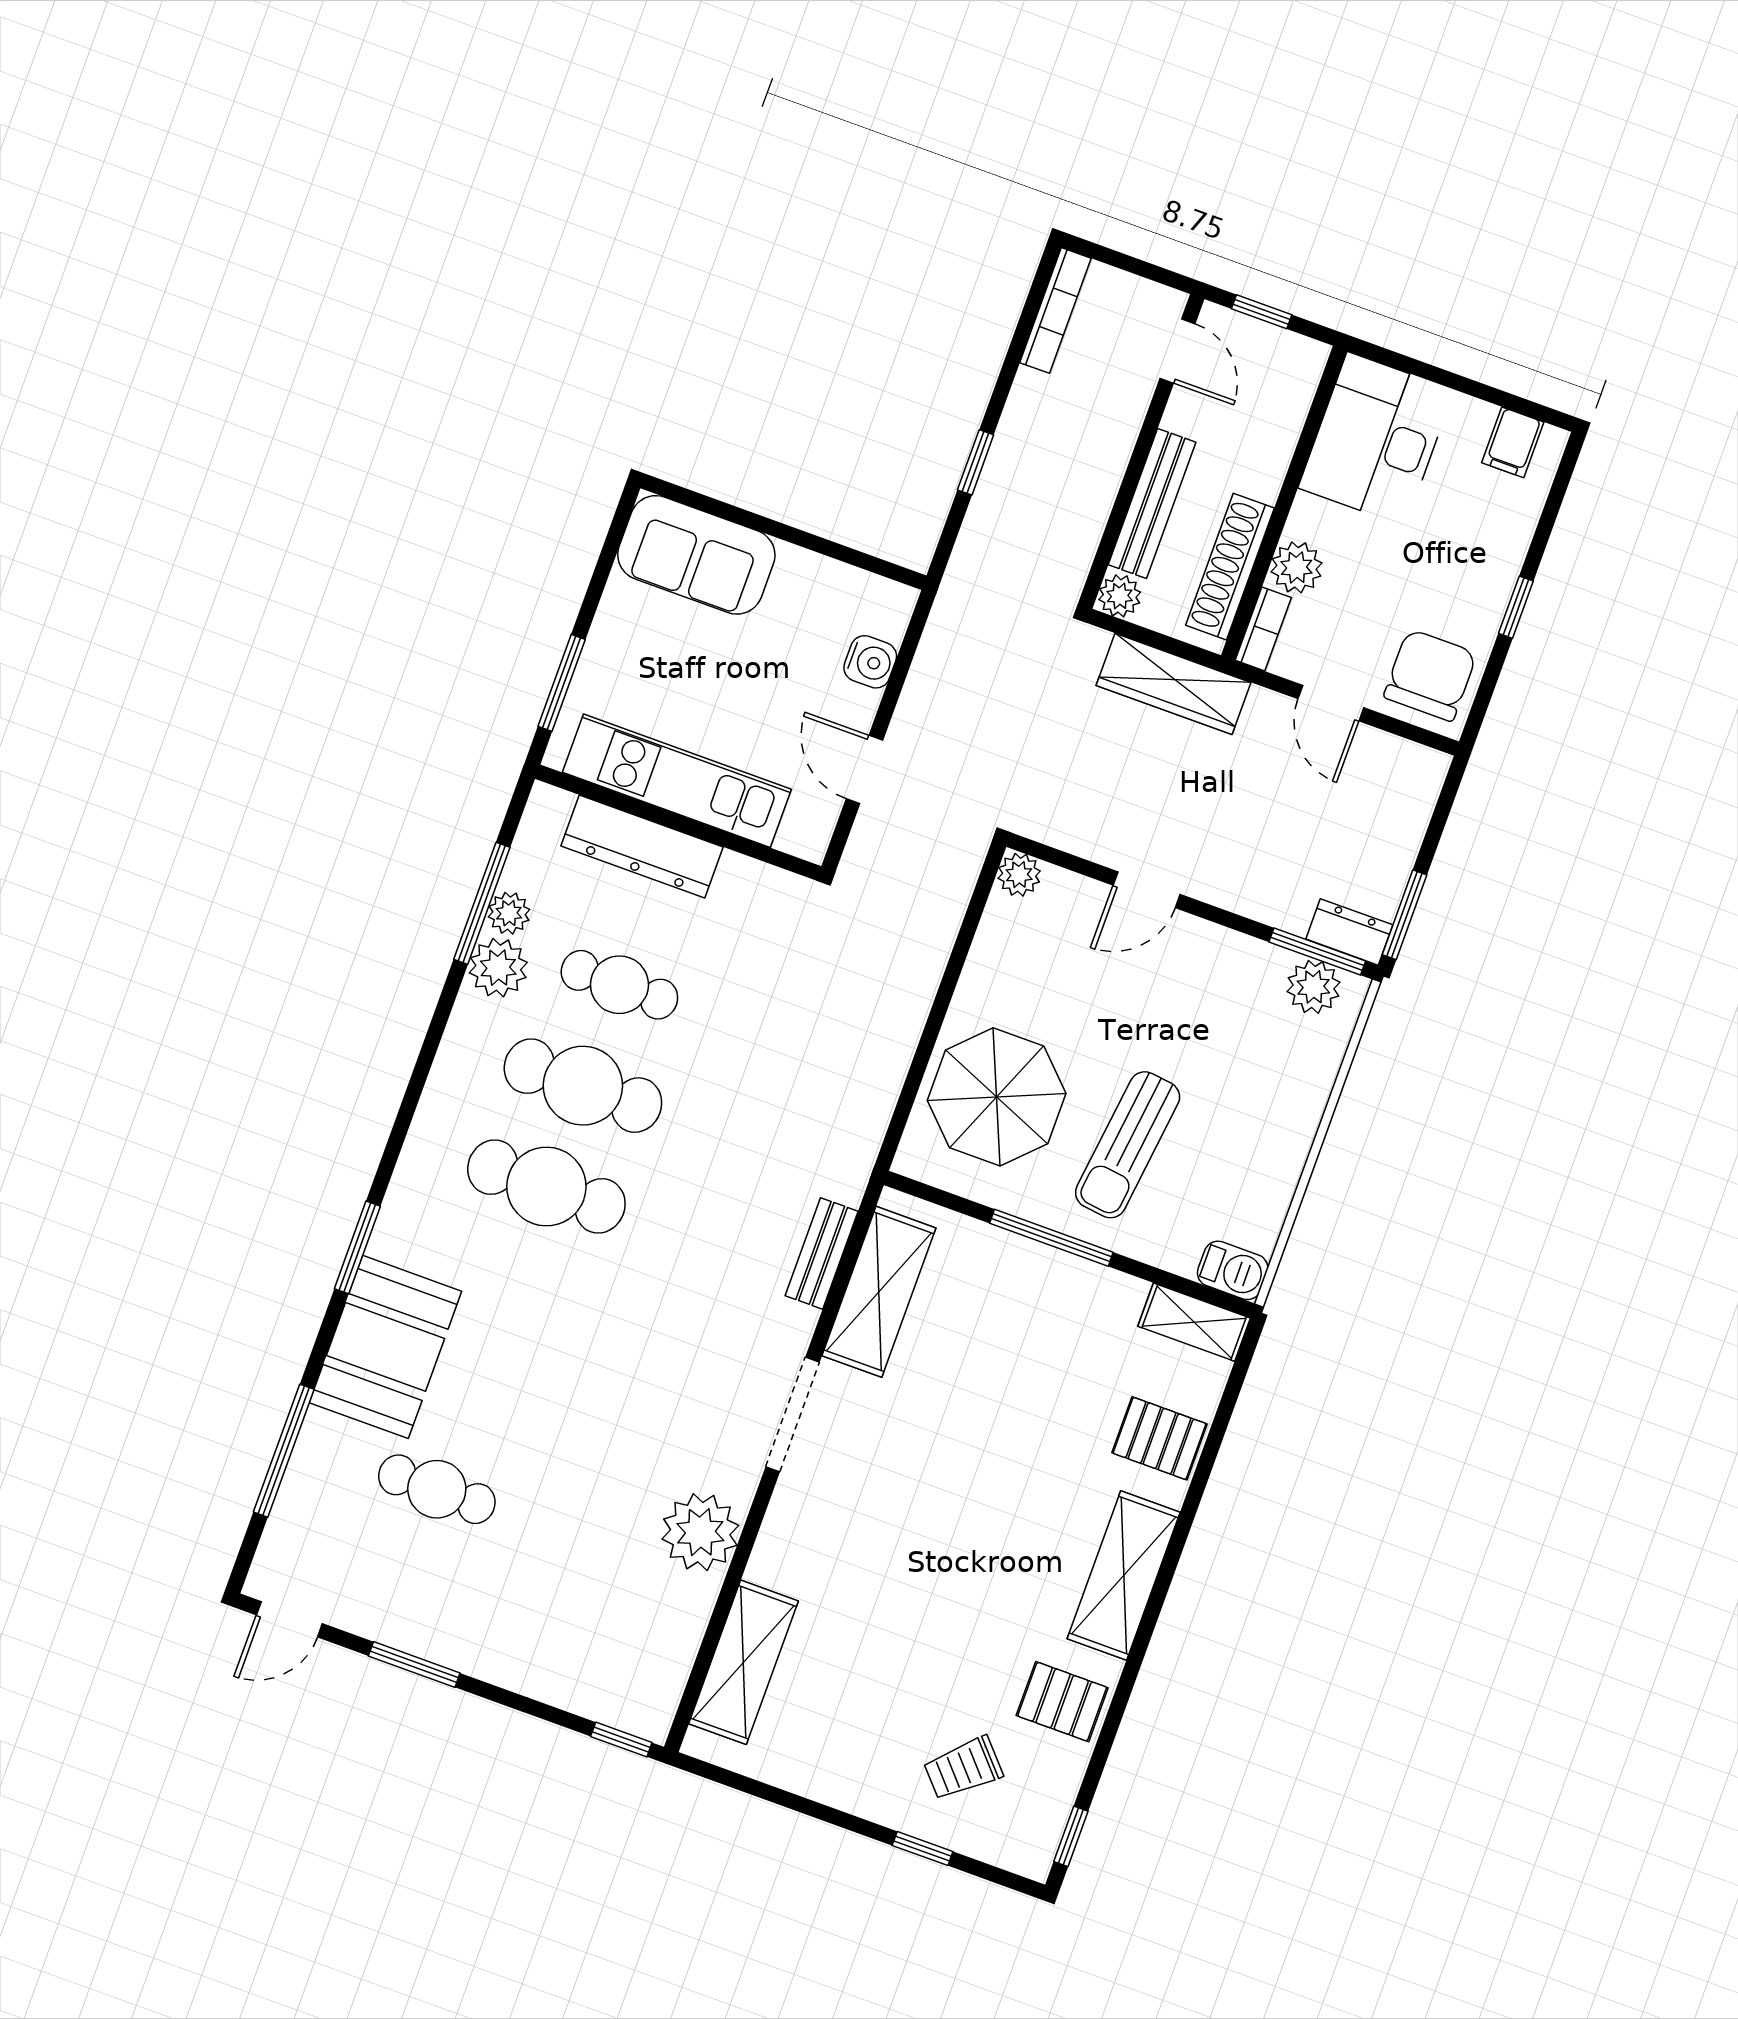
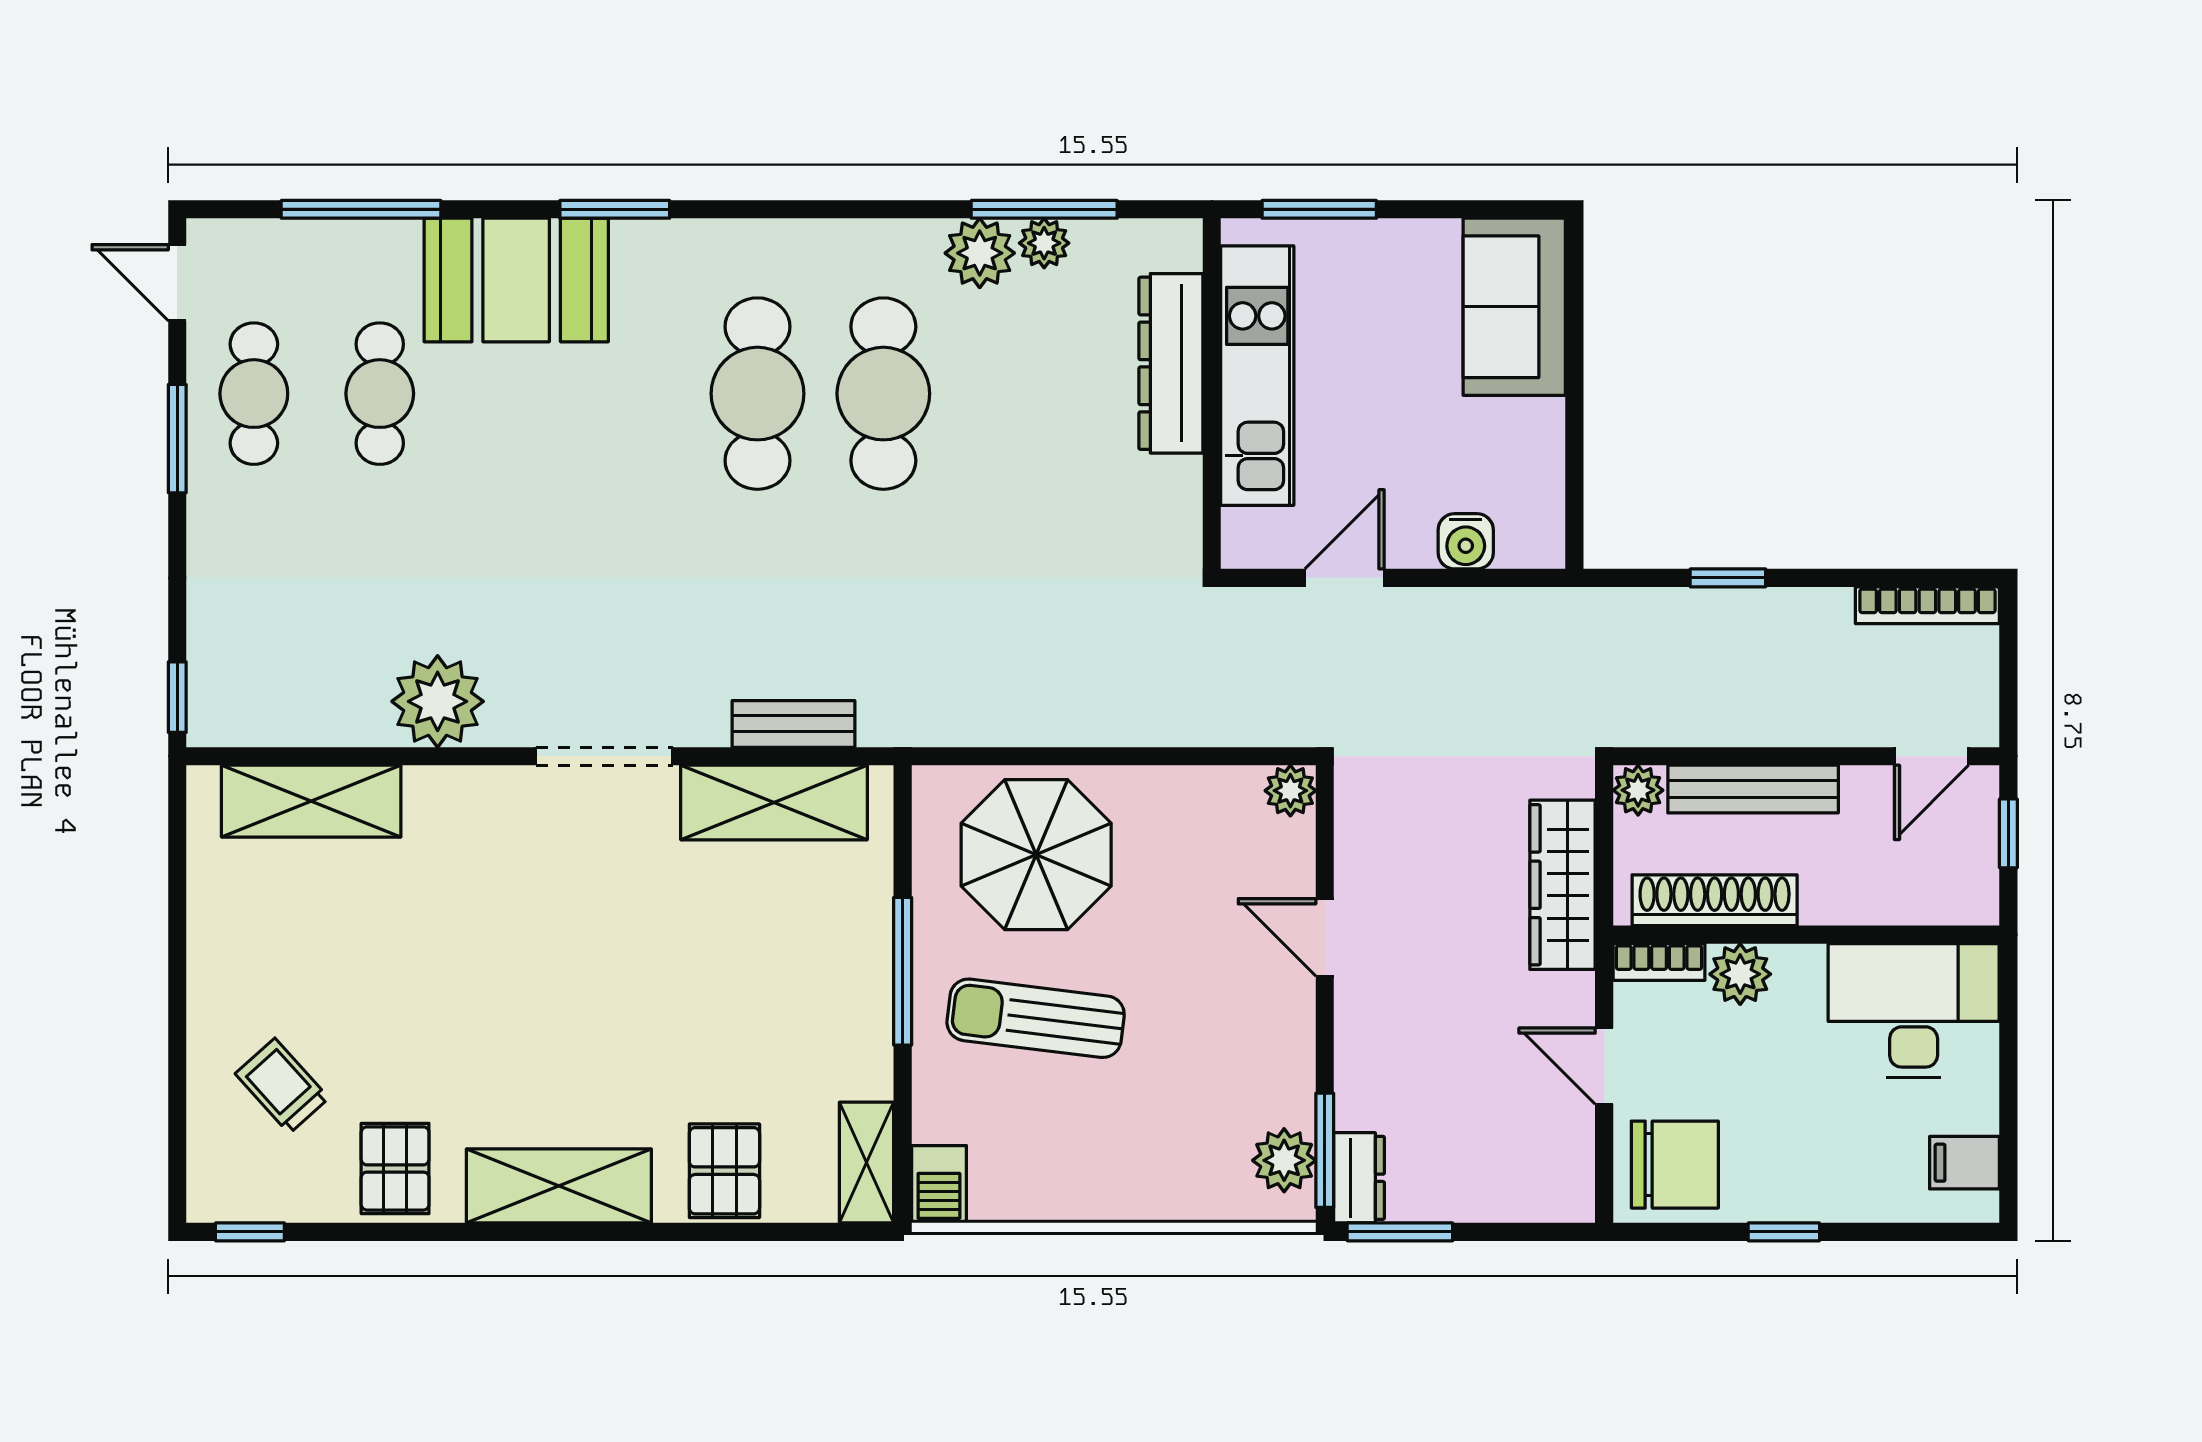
door: (1331, 703) -> (1604, 1066), hinge flipped
cafe table: (619, 985) -> (254, 394), moved
window: (923, 1849) -> (177, 1073), removed

